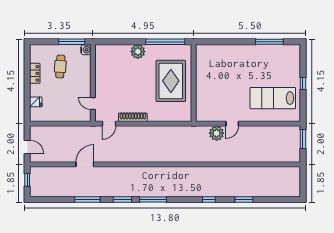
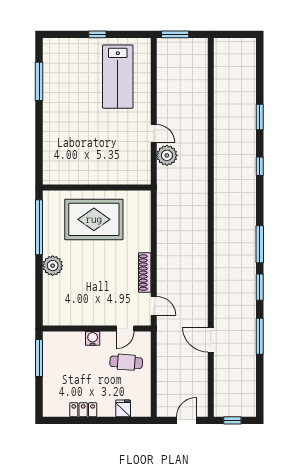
water cooler: (86, 50) -> (93, 338), moved
cafe table: (60, 66) -> (126, 362), moved

